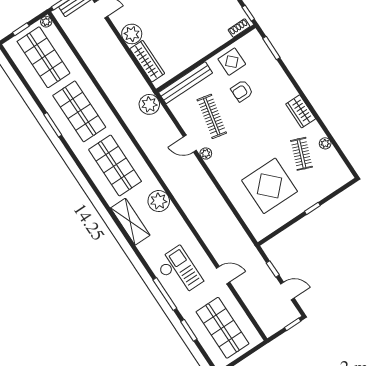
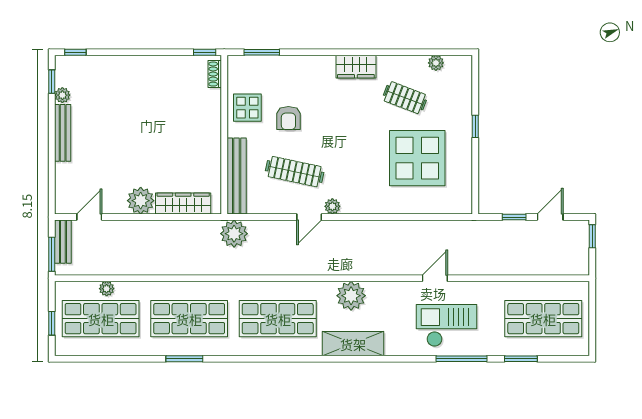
plant: (46, 22) -> (107, 289), moved
plant: (325, 143) -> (436, 63), moved
door: (223, 275) -> (435, 278), moved

